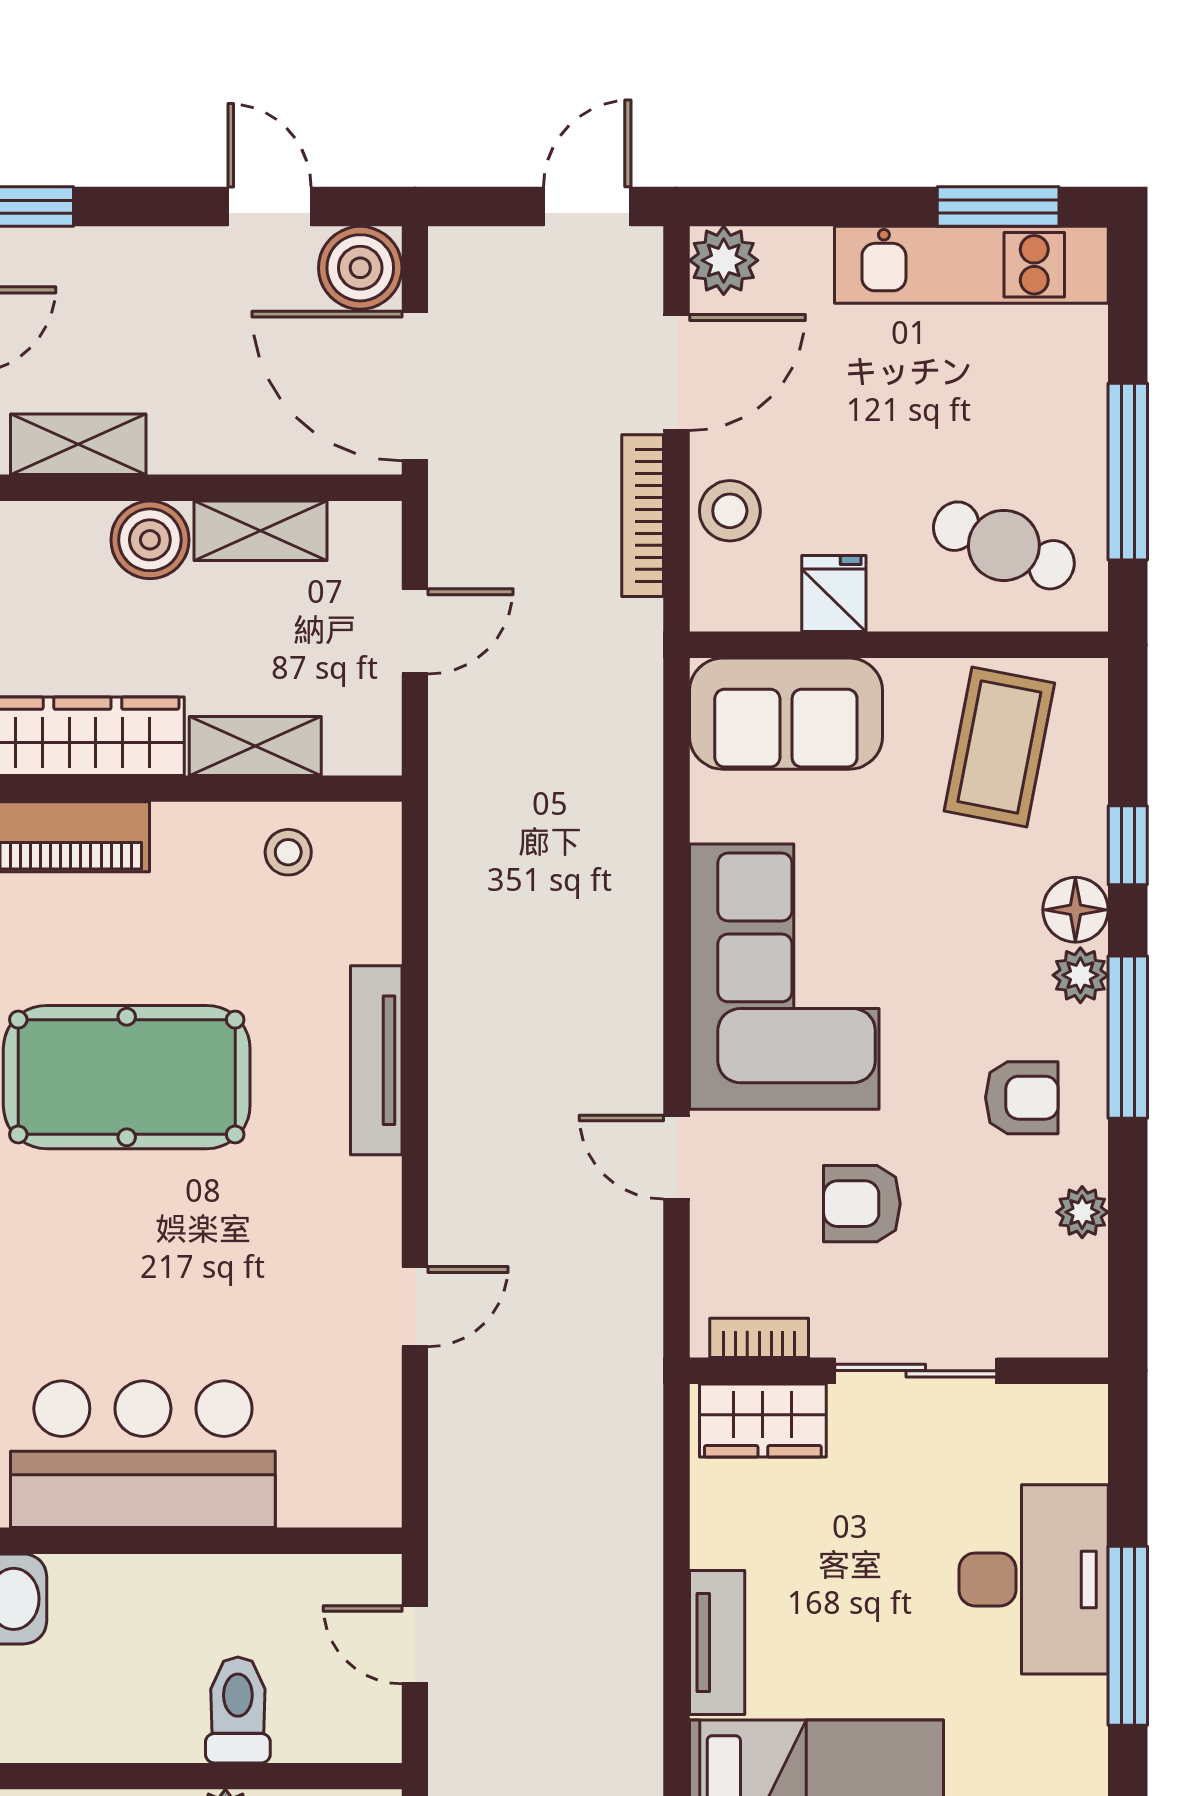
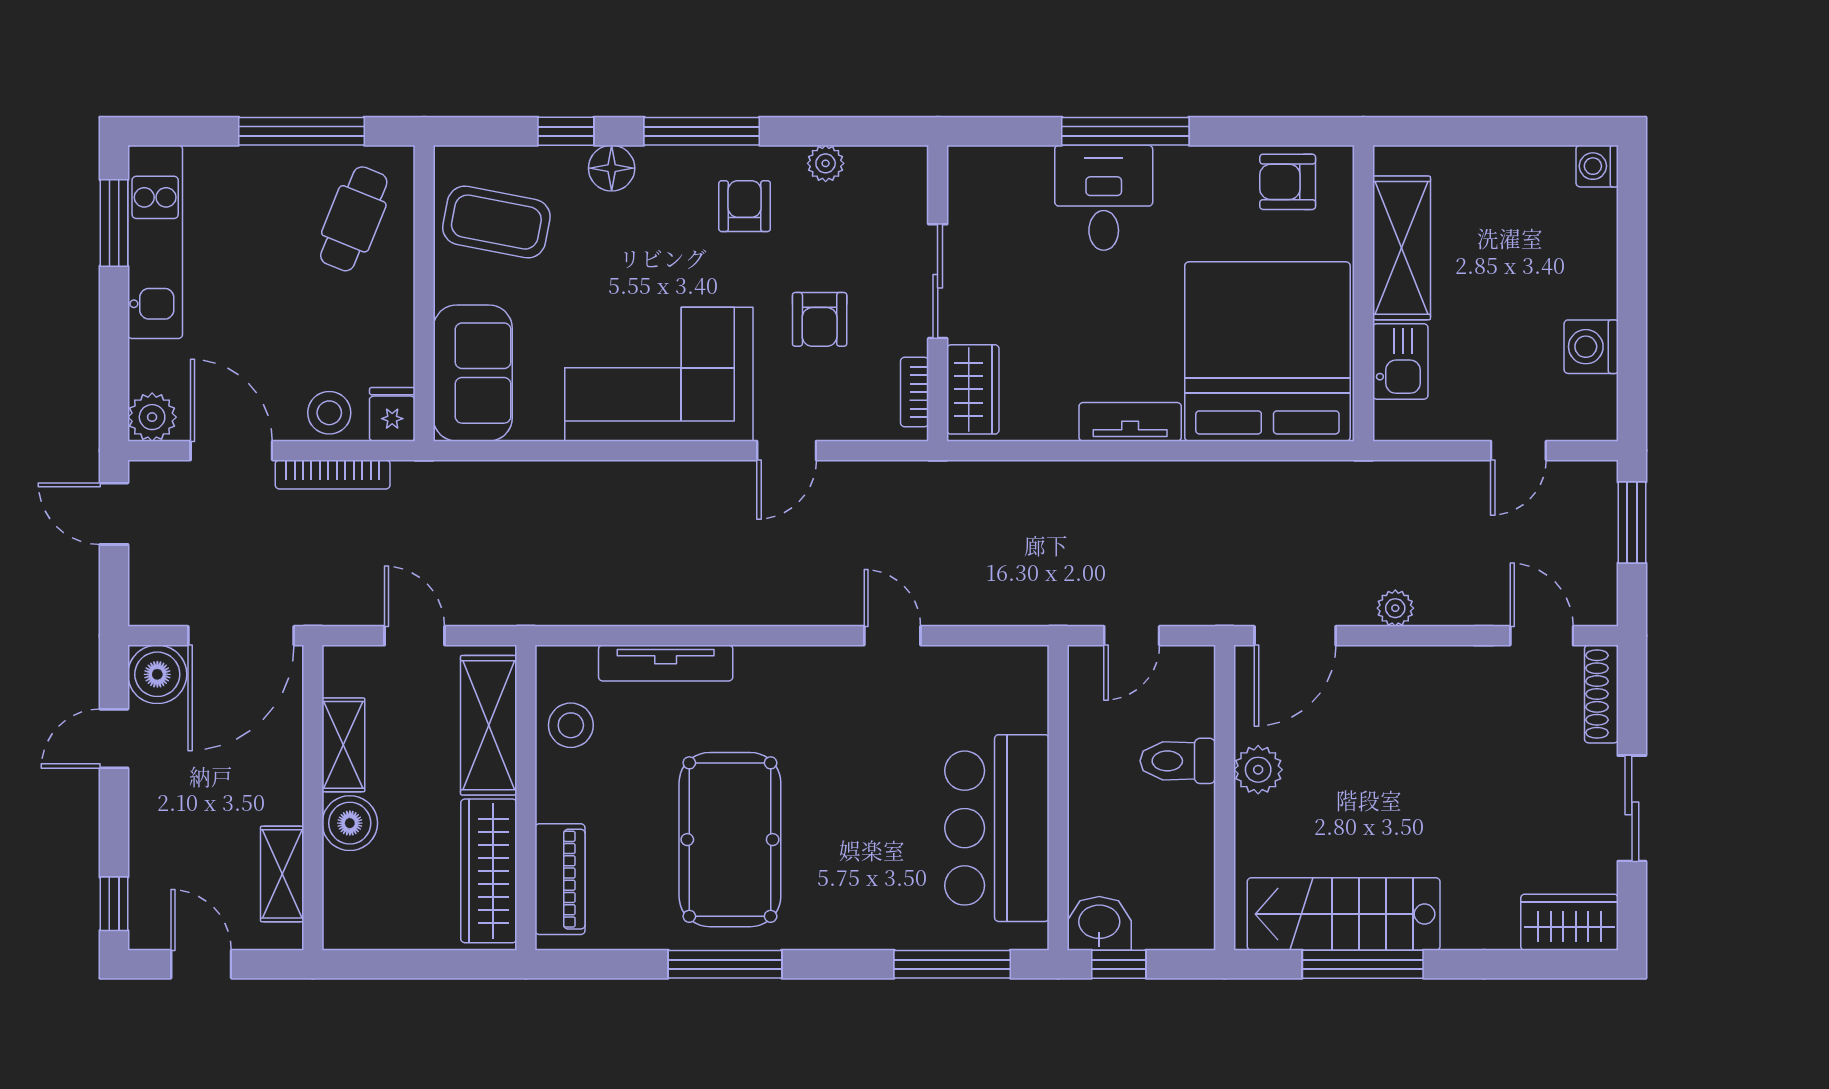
fridge: (834, 594) -> (392, 414), moved, turned 90
shelving: (255, 746) -> (489, 725), width x1.50, depth x1.33
stool: (288, 852) -> (571, 725), width x1.37, depth x1.37
plant: (1080, 975) -> (658, 165), removed
tv unit: (376, 1060) -> (666, 663), moved
desk: (1034, 1579) -> (1104, 198), width x0.73

